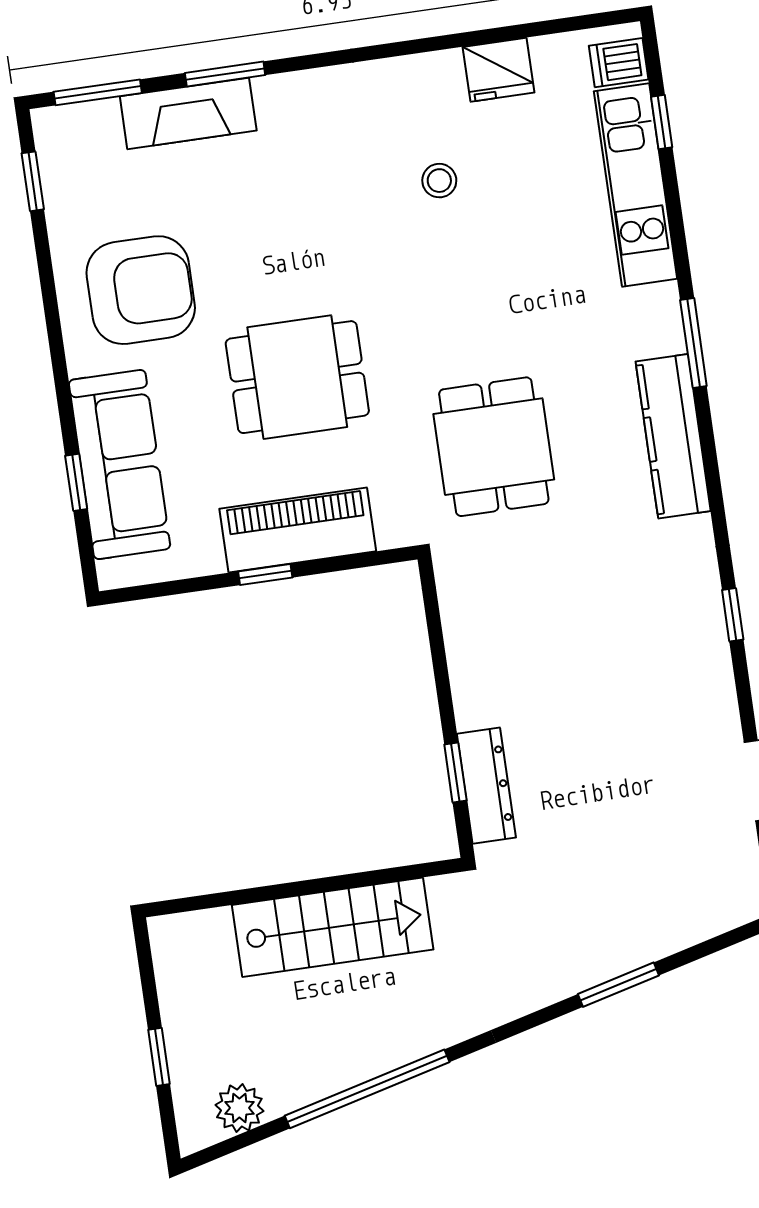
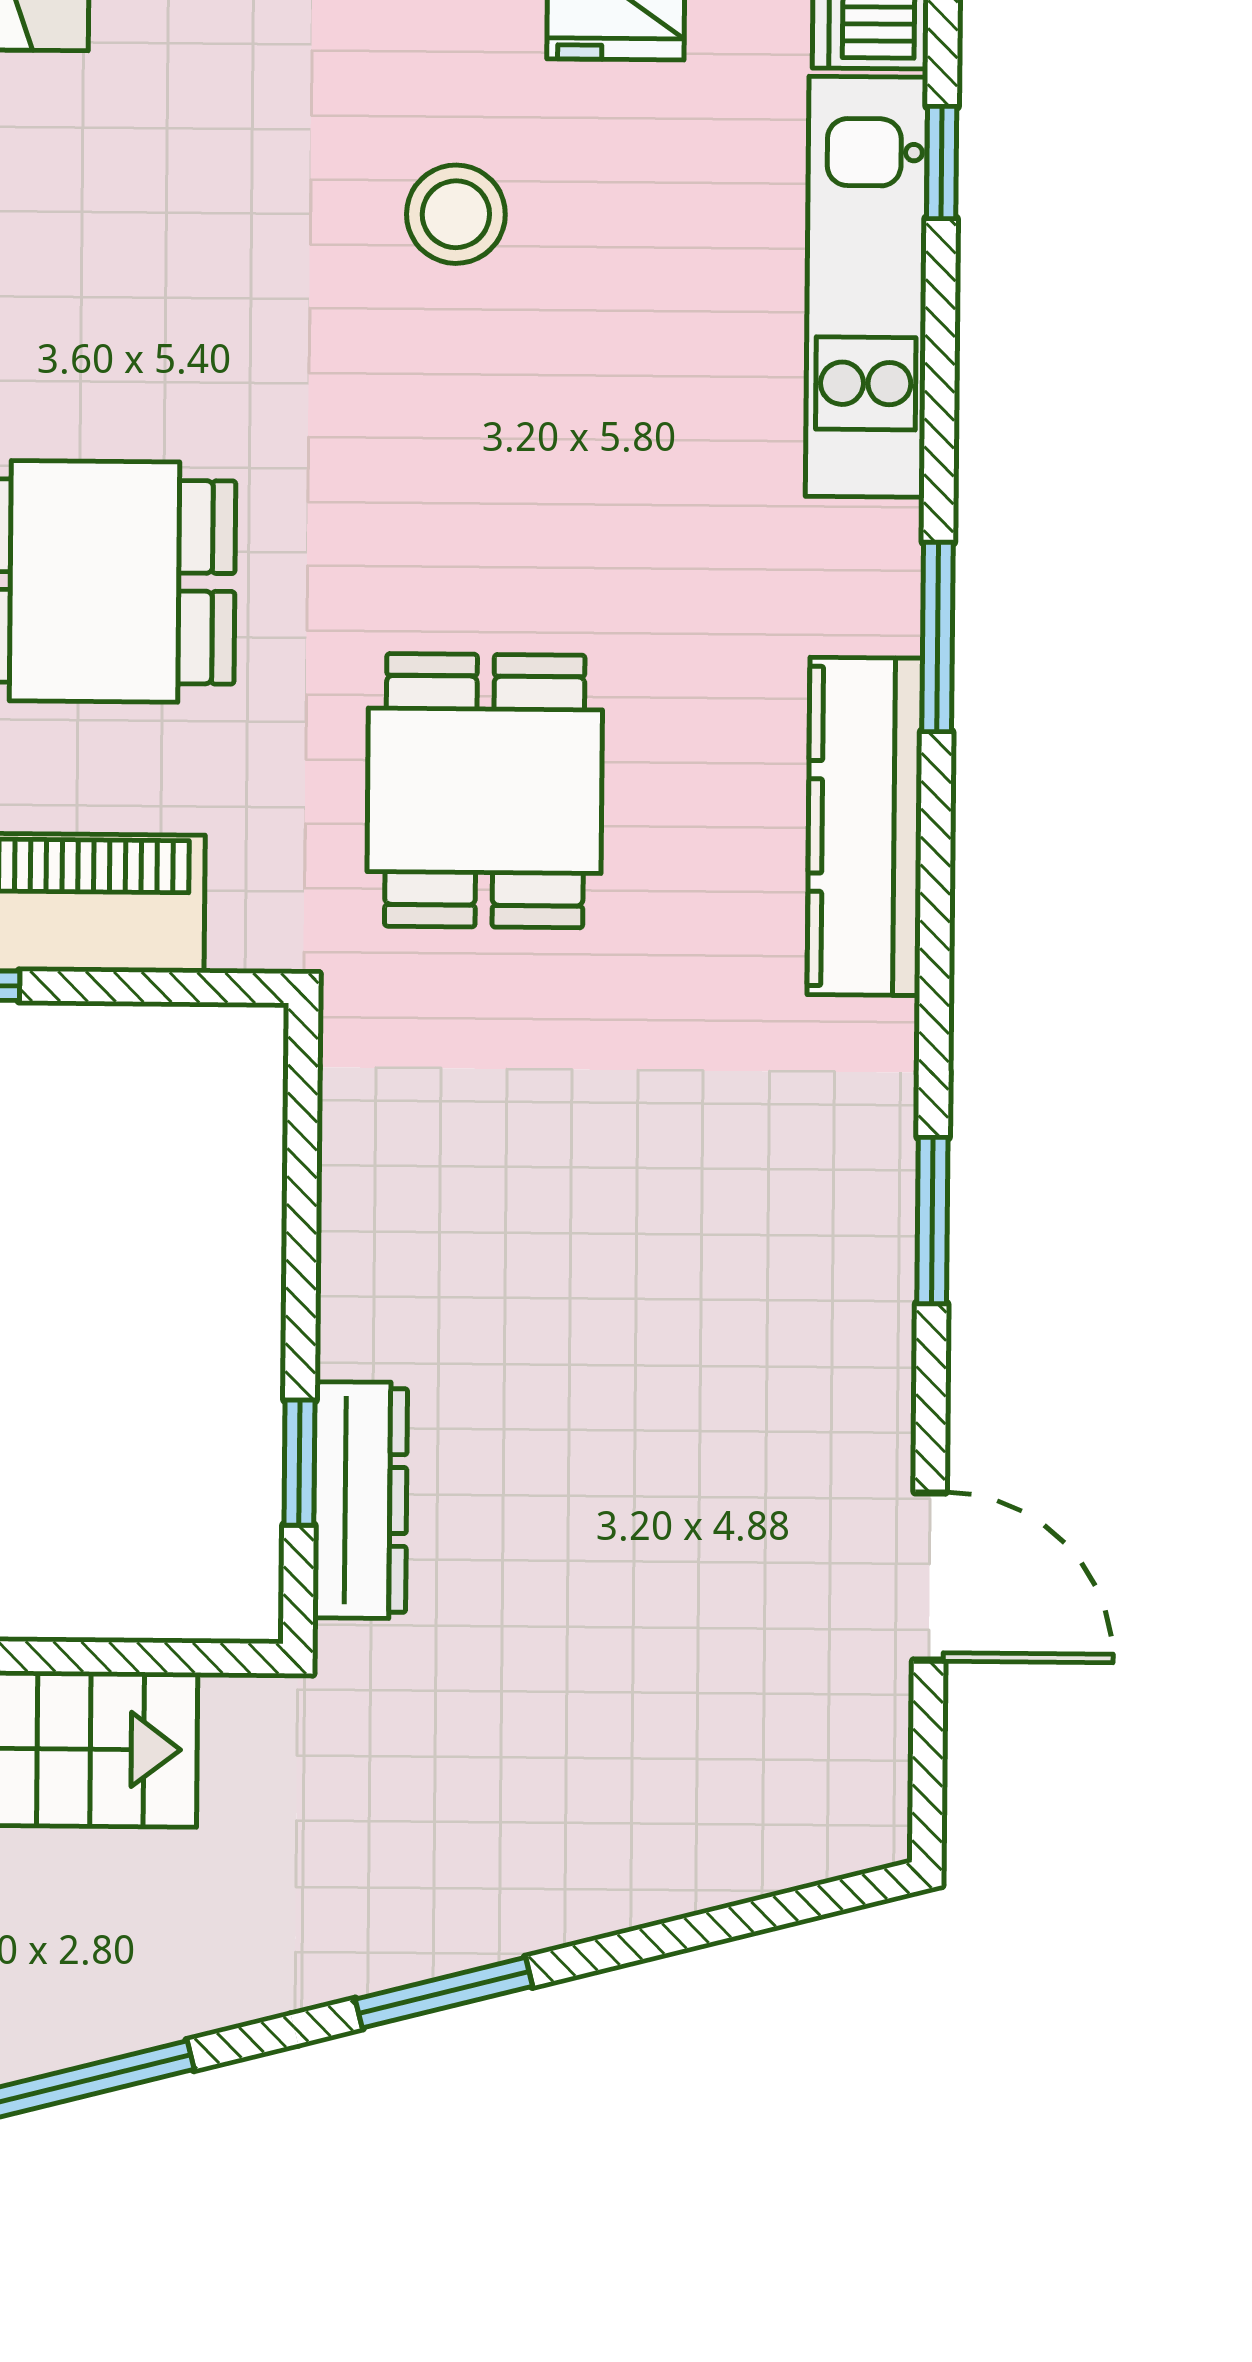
stool: (439, 181) -> (456, 214), width x1.37, depth x1.37
window: (733, 615) -> (932, 1220), width x1.50
window: (618, 985) -> (444, 1993), moved

